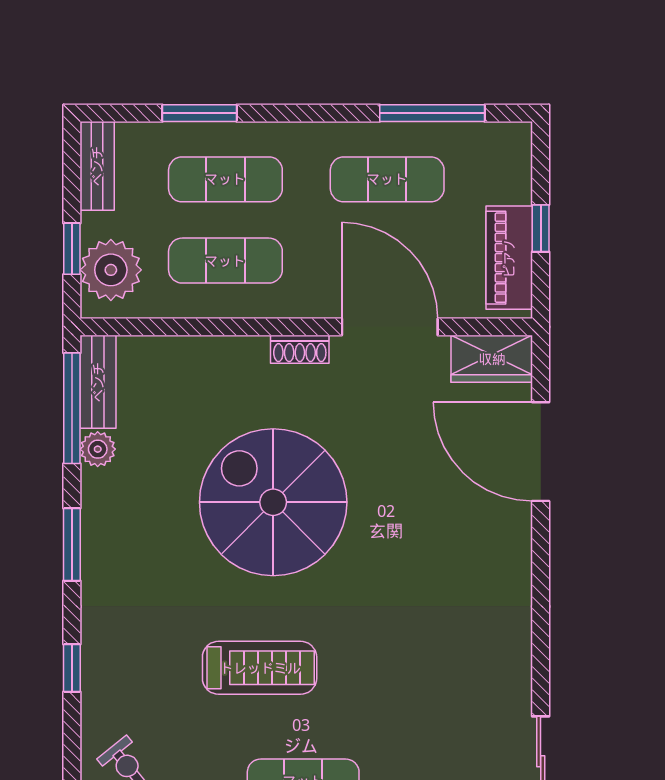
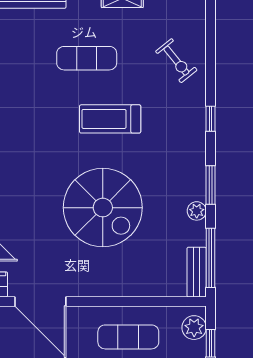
plant: (111, 270) -> (194, 328), width x0.73, depth x0.73
shoe rack: (300, 349) -> (88, 289), removed
plant: (98, 449) -> (197, 211), moved

